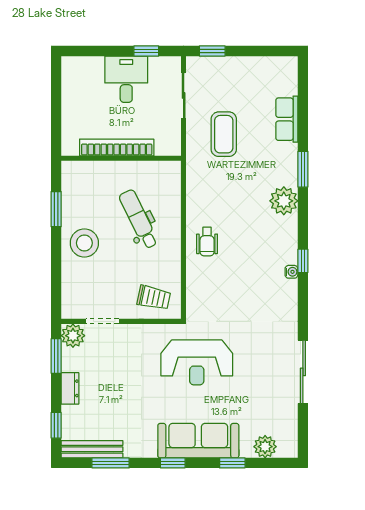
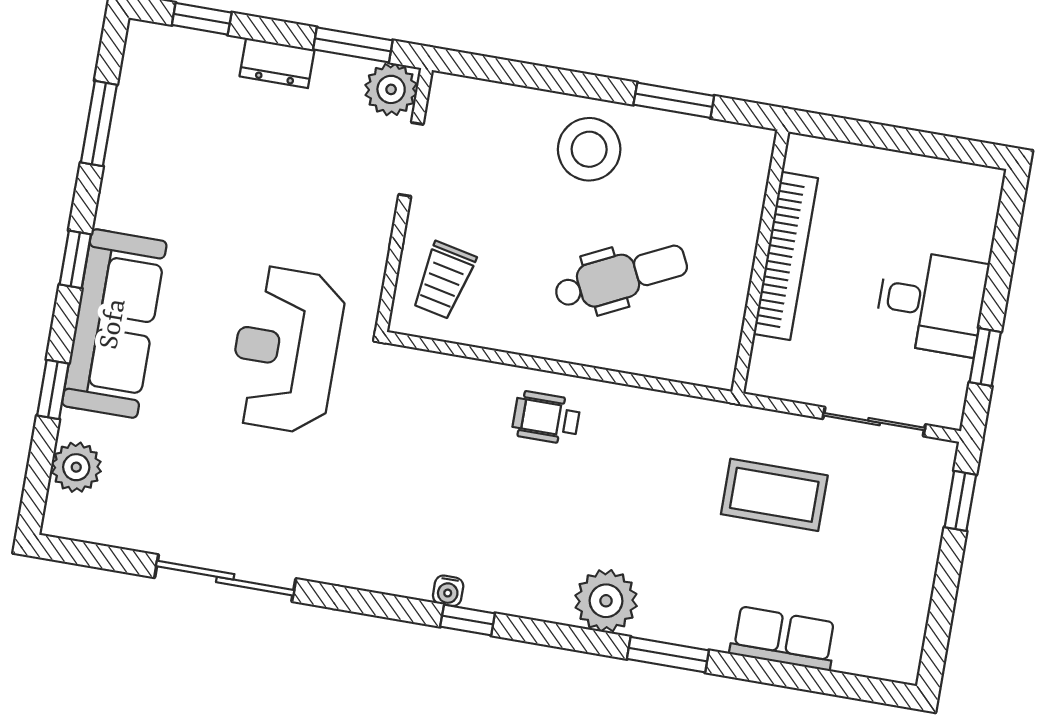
bench: (92, 449) -> (136, 88), removed

